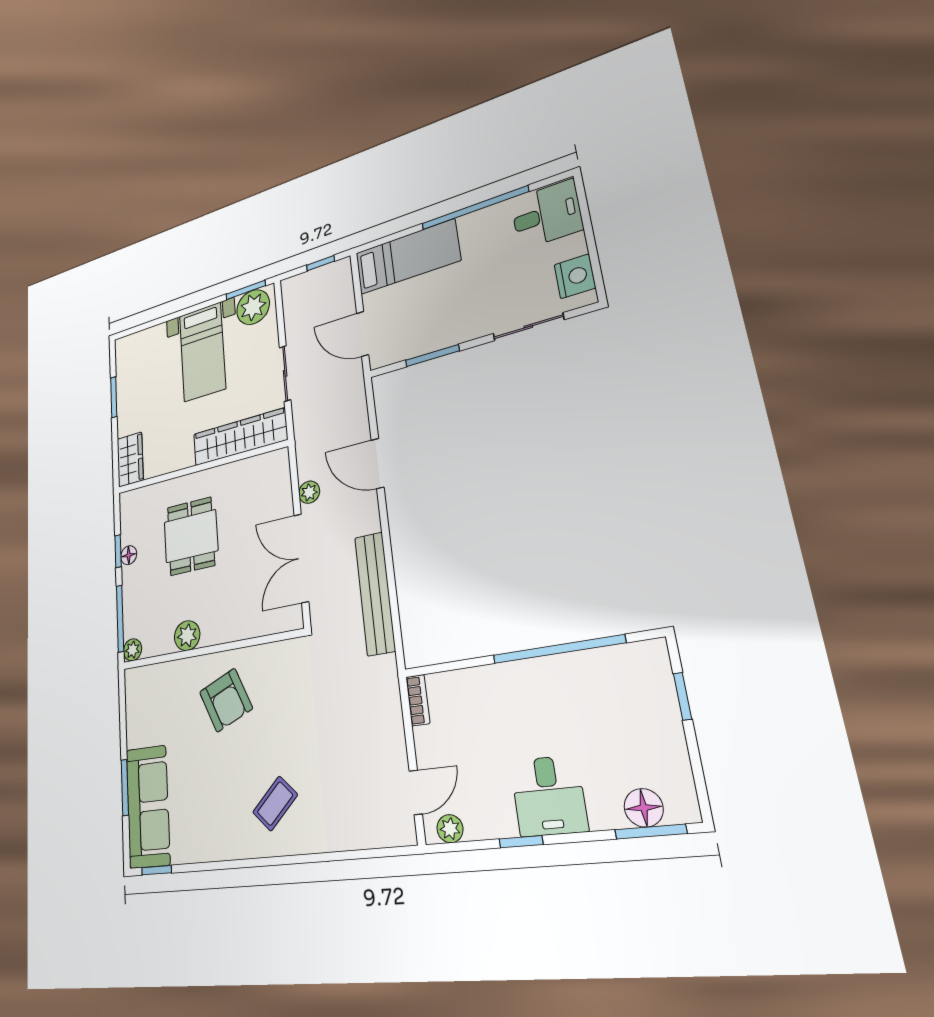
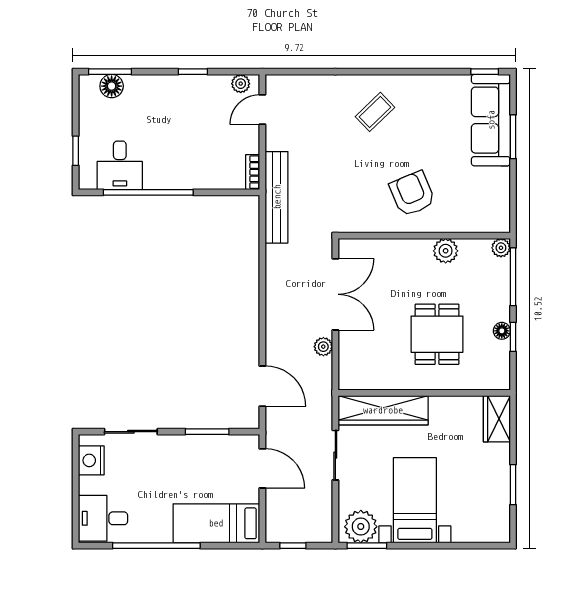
door: (378, 464) -> (262, 386), moved
bench: (375, 593) -> (277, 197), moved
desk: (549, 796) -> (120, 165), moved, turned 180

